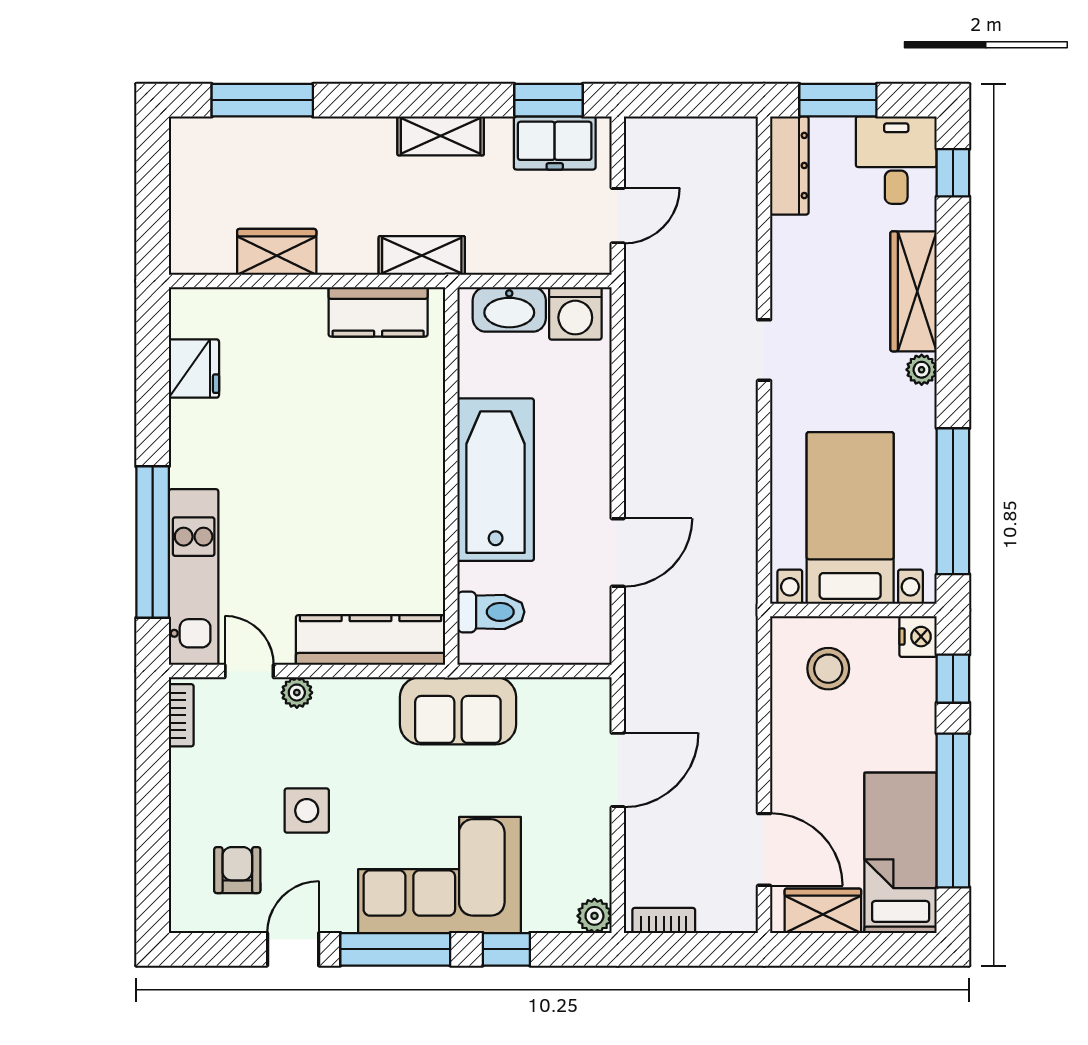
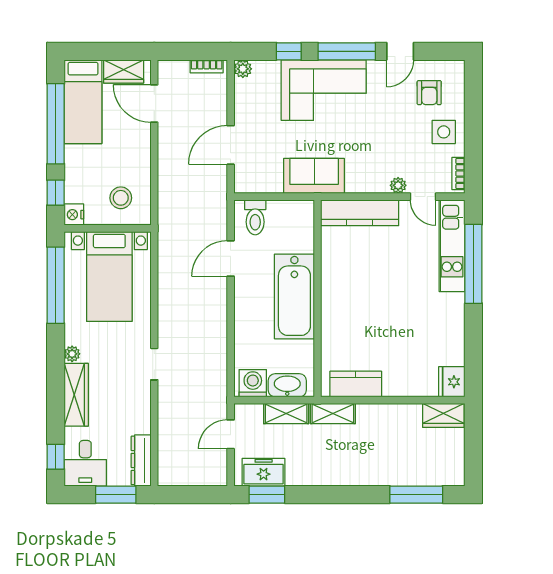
shelving: (441, 136) -> (286, 413), moved
wardrobe: (277, 252) -> (443, 415), moved
fridge: (194, 368) -> (452, 382), moved
toilet: (491, 612) -> (255, 217), moved, turned -90
side table: (307, 811) -> (444, 132), moved

